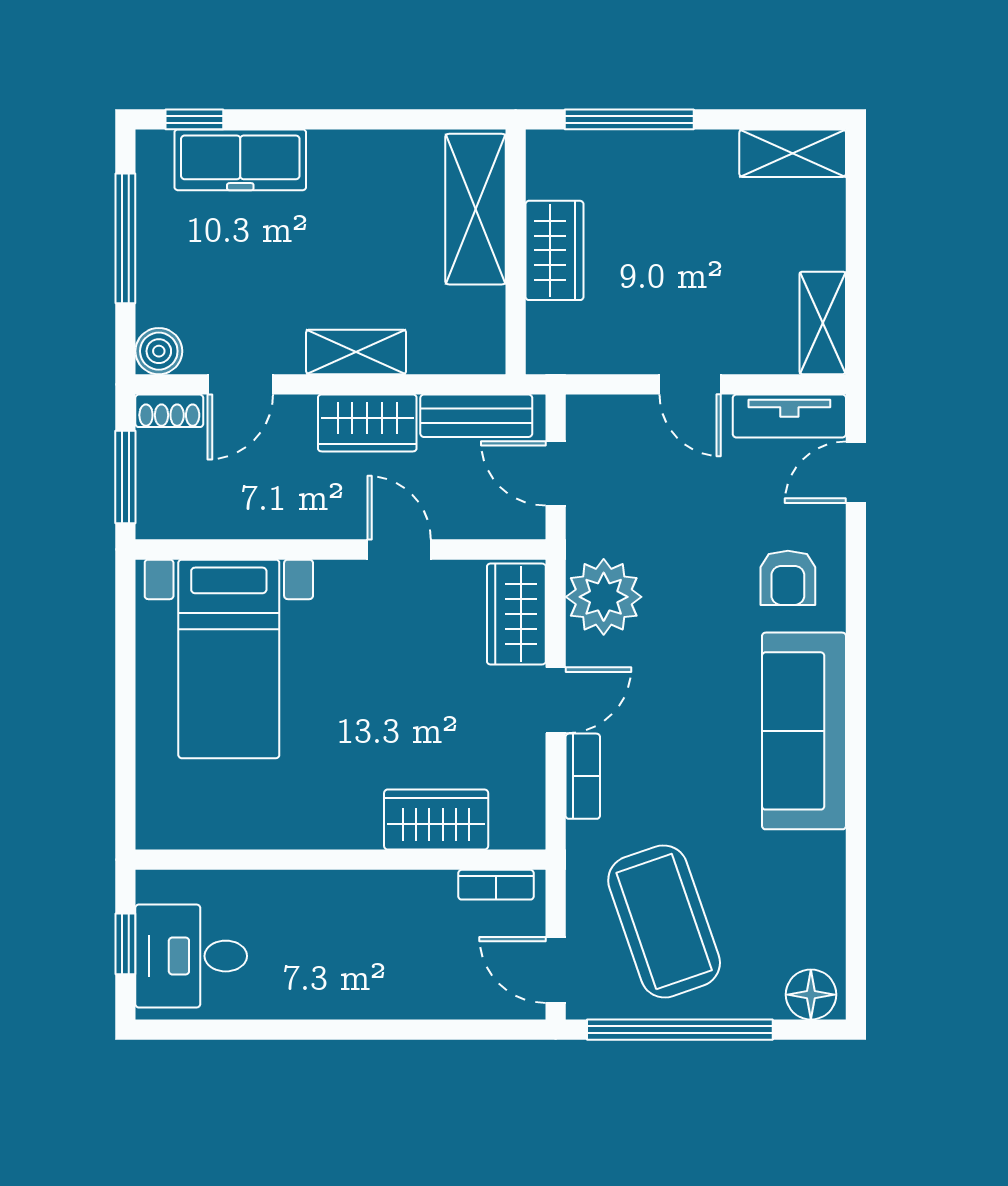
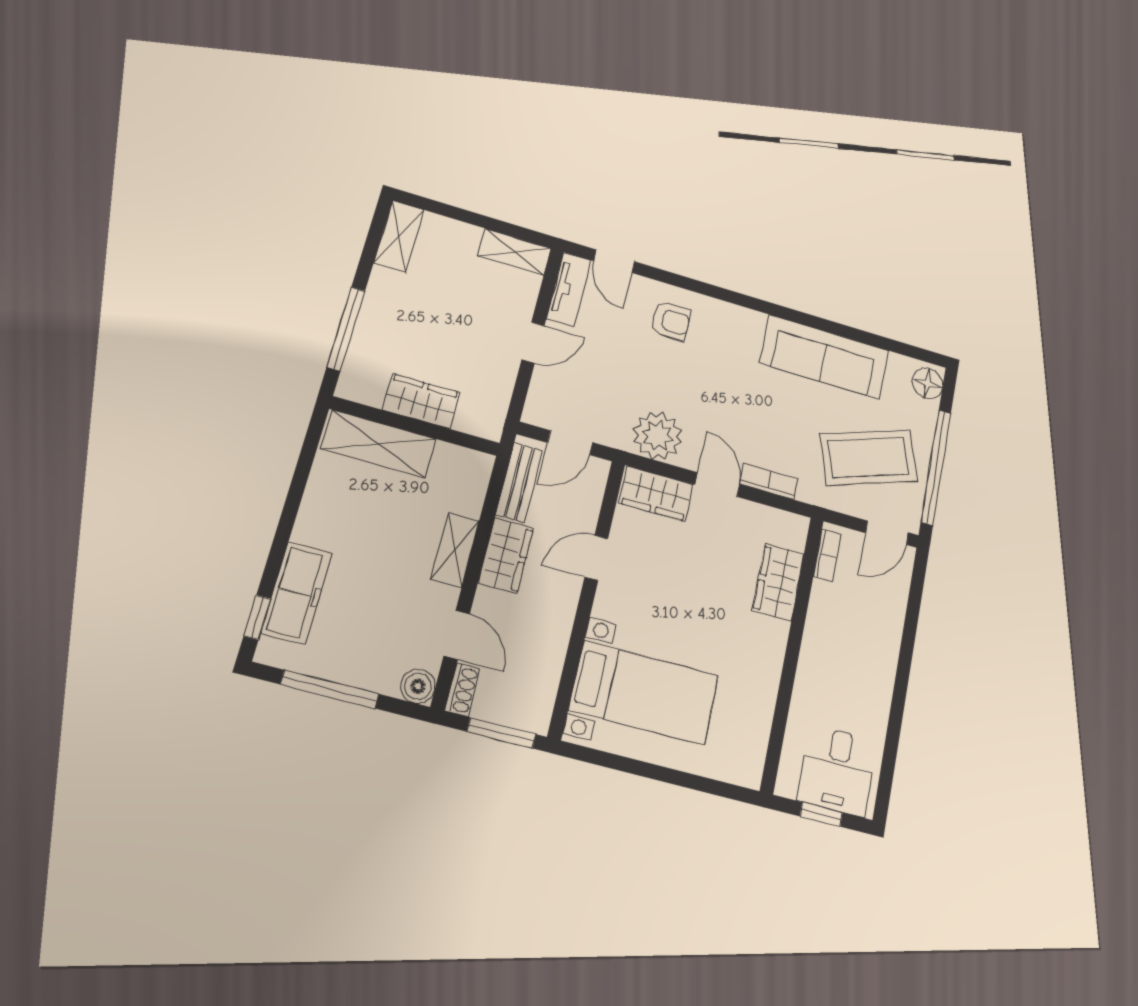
sofa: (804, 731) -> (824, 357), moved

